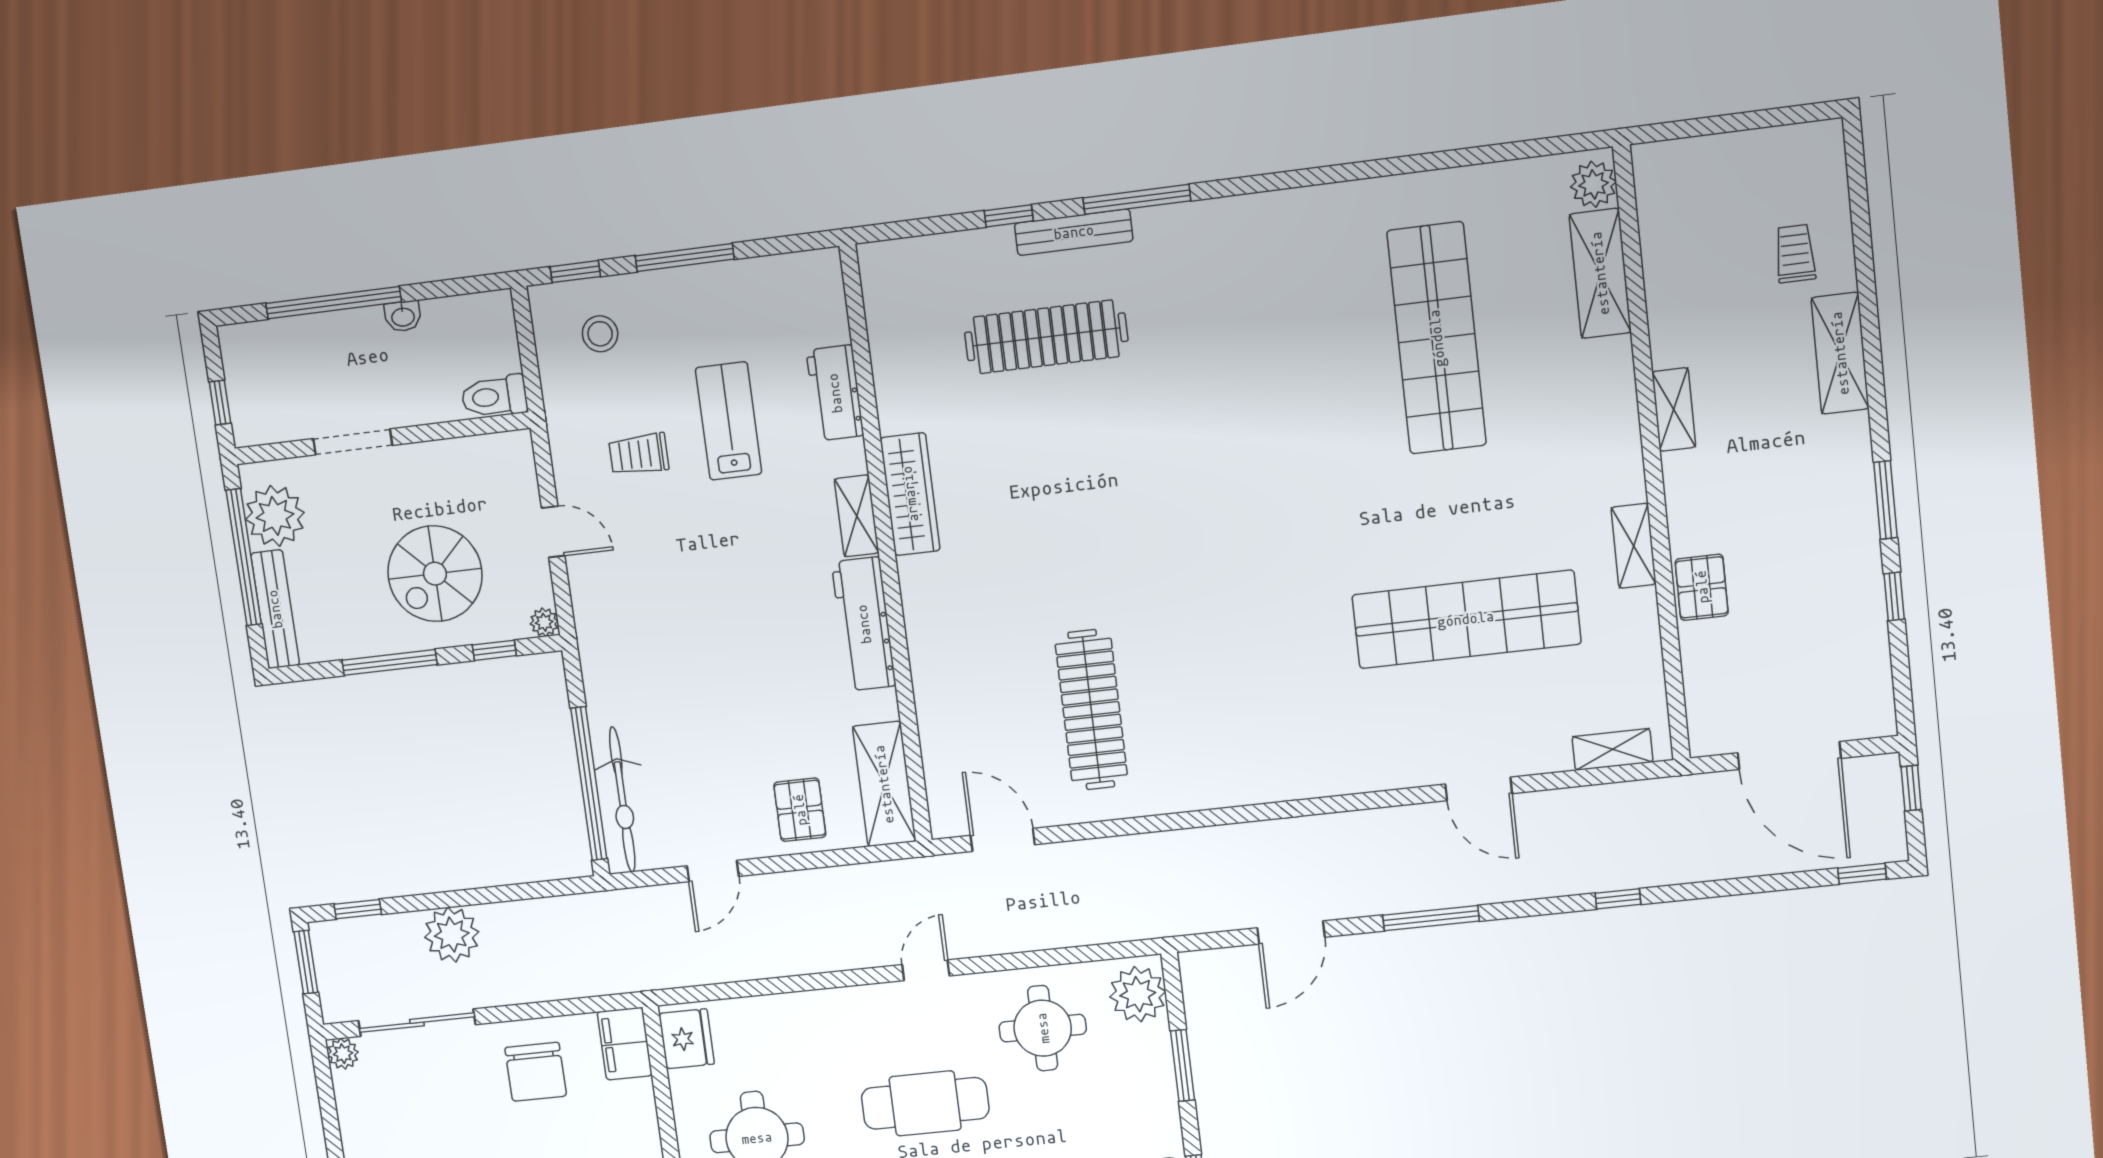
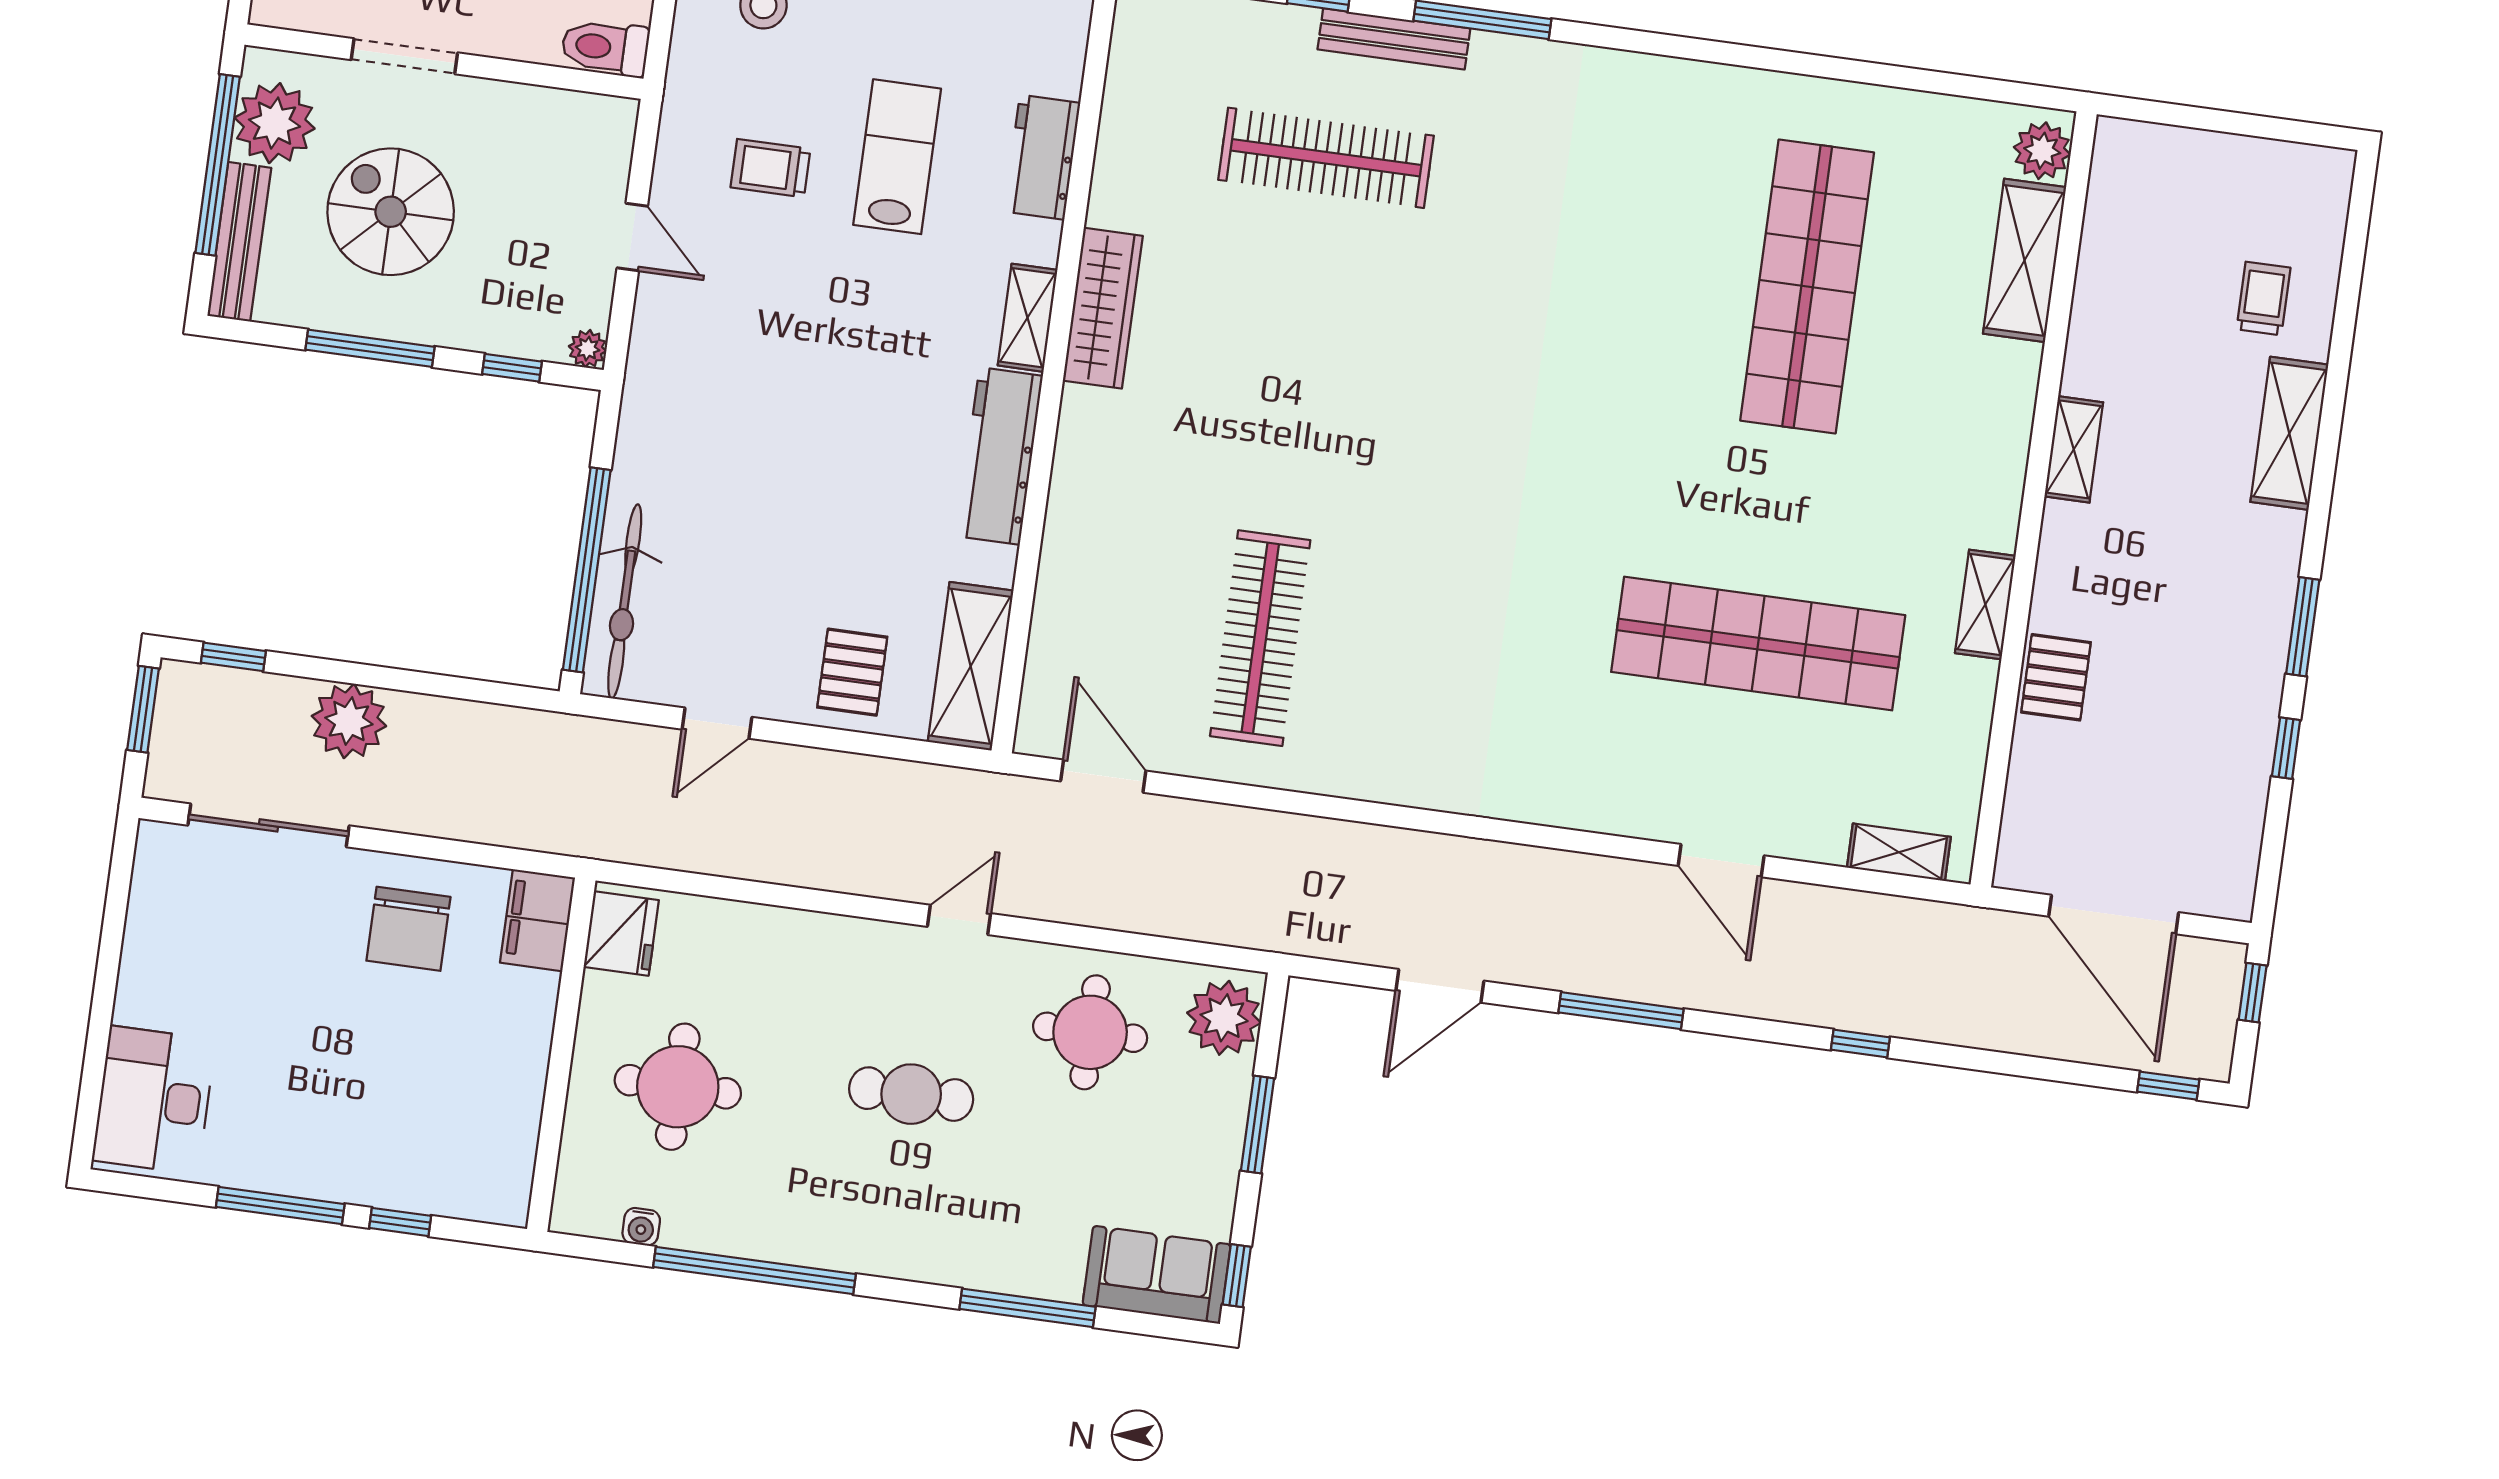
spiral stairs: (435, 574) -> (391, 212), moved, turned 90
plant: (343, 1054) -> (157, 842), removed
cafe table: (925, 1103) -> (911, 1094), width x0.73, depth x0.74

